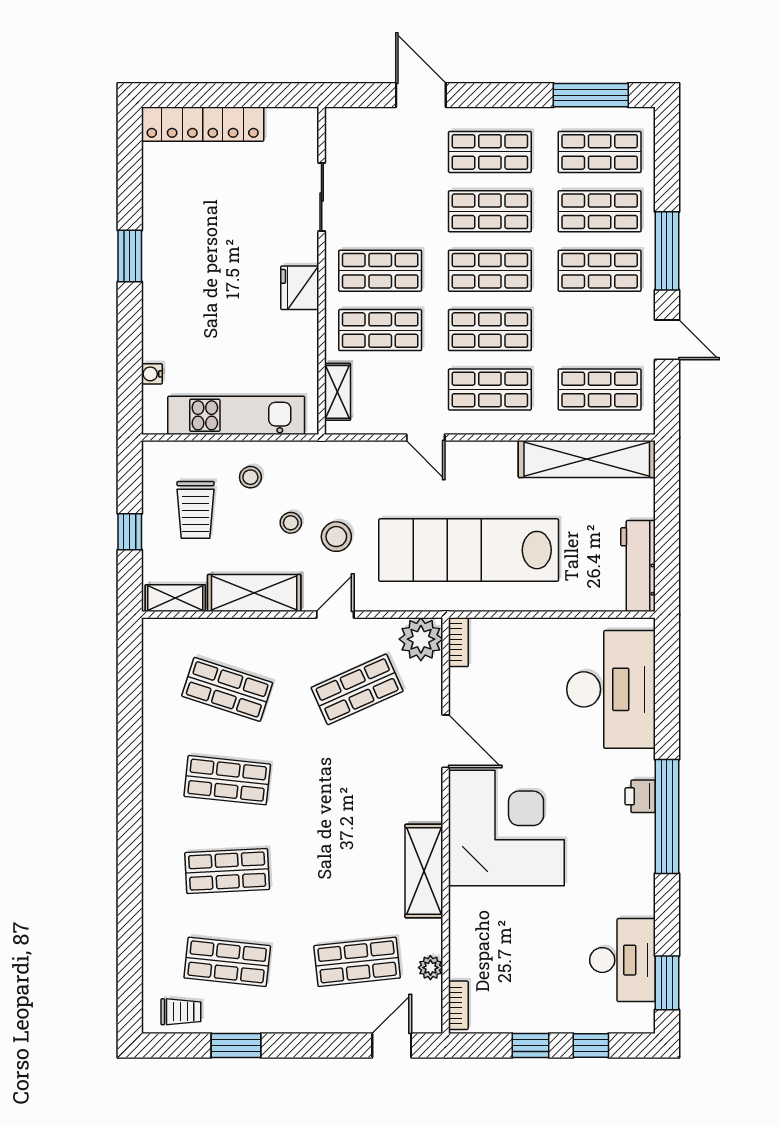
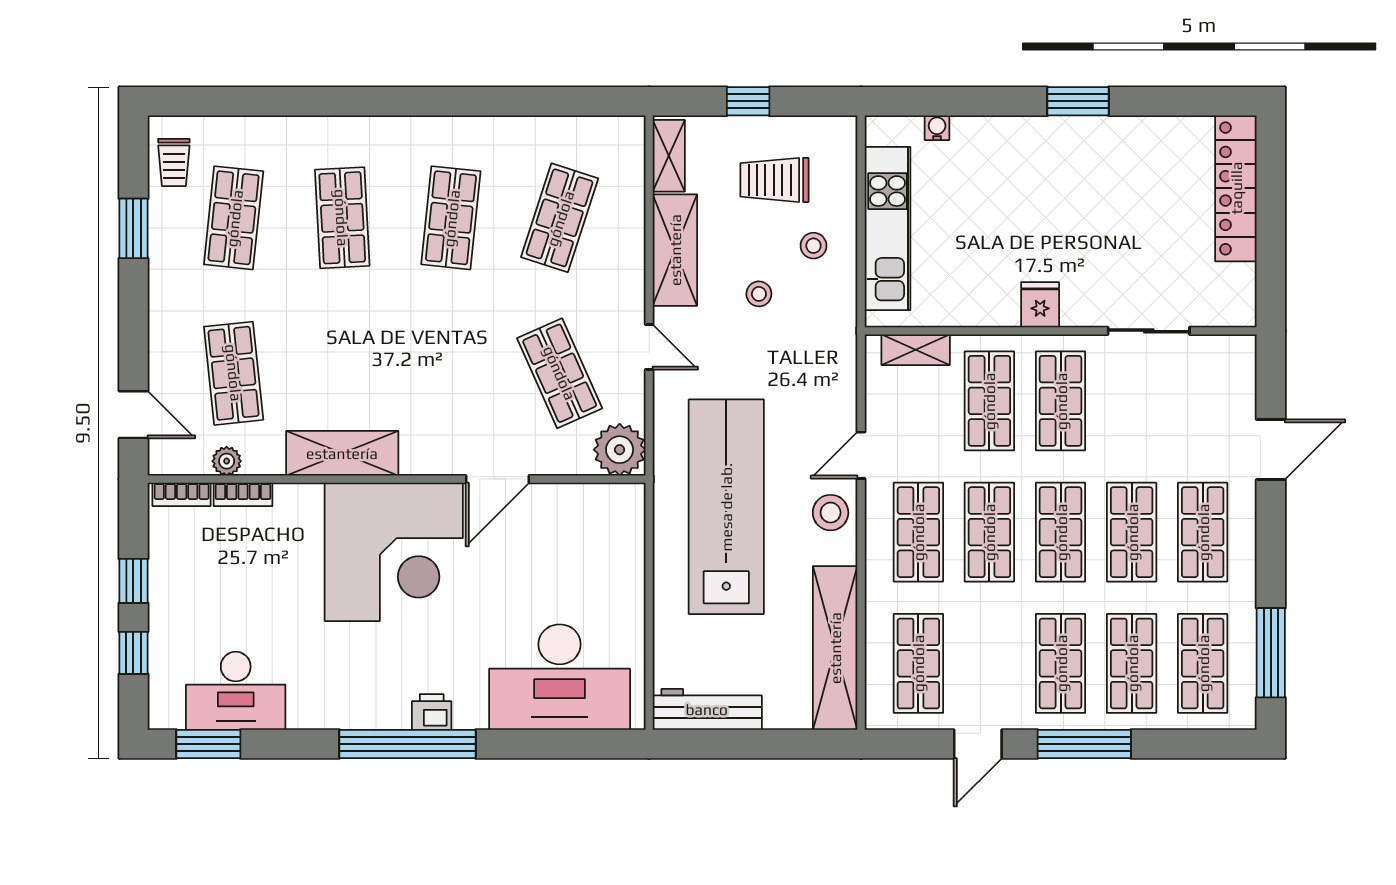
fridge: (300, 288) -> (1040, 305), width x0.72
stool: (336, 537) -> (831, 513), moved
bookcase: (458, 642) -> (243, 494), moved

